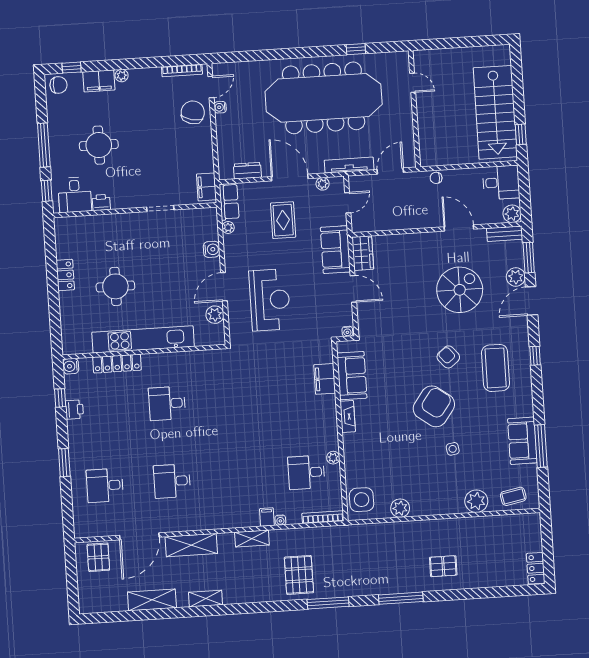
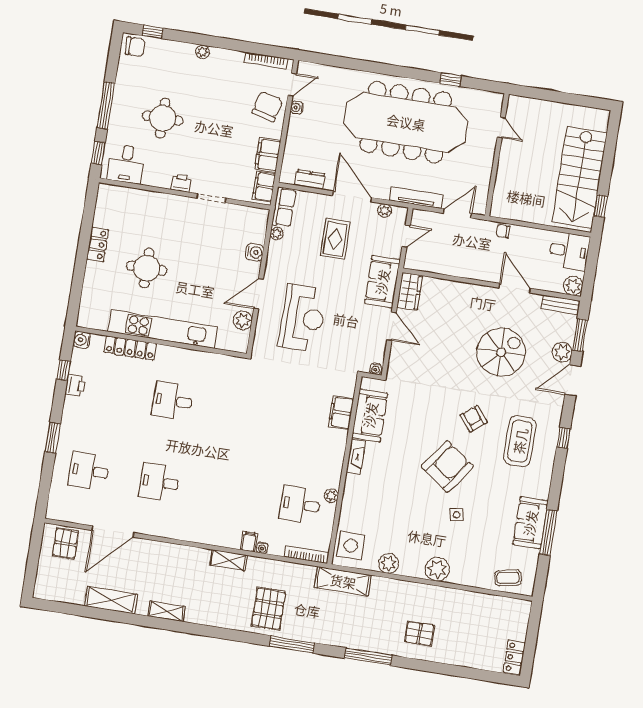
filing cabinet: (99, 81) -> (268, 155), moved, turned 90
printer: (101, 203) -> (181, 183), moved
plant: (476, 501) -> (437, 569), moved
shelving: (191, 545) -> (343, 581), moved

